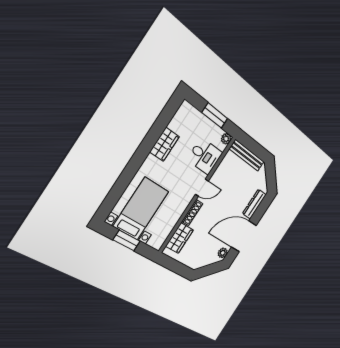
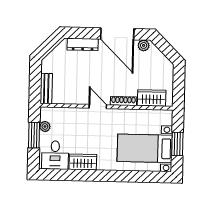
plant: (226, 139) -> (45, 126), moved
bench: (247, 155) -> (46, 89), width x0.73
desk: (205, 156) -> (55, 155), moved, turned 180

